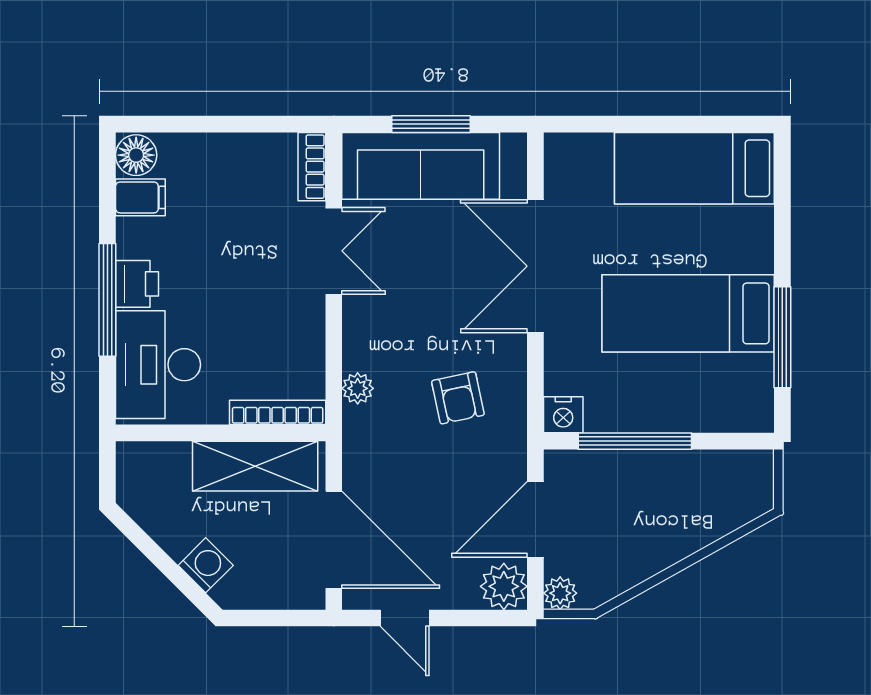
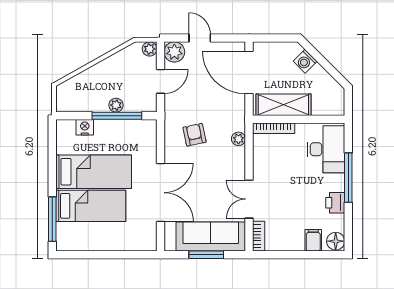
bed: (694, 168) -> (91, 206), moved
filing cabinet: (140, 197) -> (313, 240), moved, turned 90
printer: (137, 284) -> (335, 203), moved
window: (782, 337) -> (52, 219), moved
nightstand: (563, 415) -> (85, 127), moved
plant: (637, 465) -> (116, 105), added
door: (535, 519) -> (160, 81), width x0.73
door: (405, 618) -> (200, 38), moved

